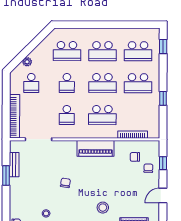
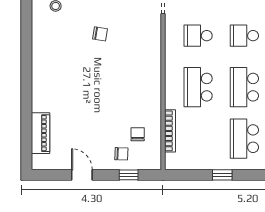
piano: (96, 148) -> (150, 77), removed
stool: (103, 208) -> (64, 88), removed

